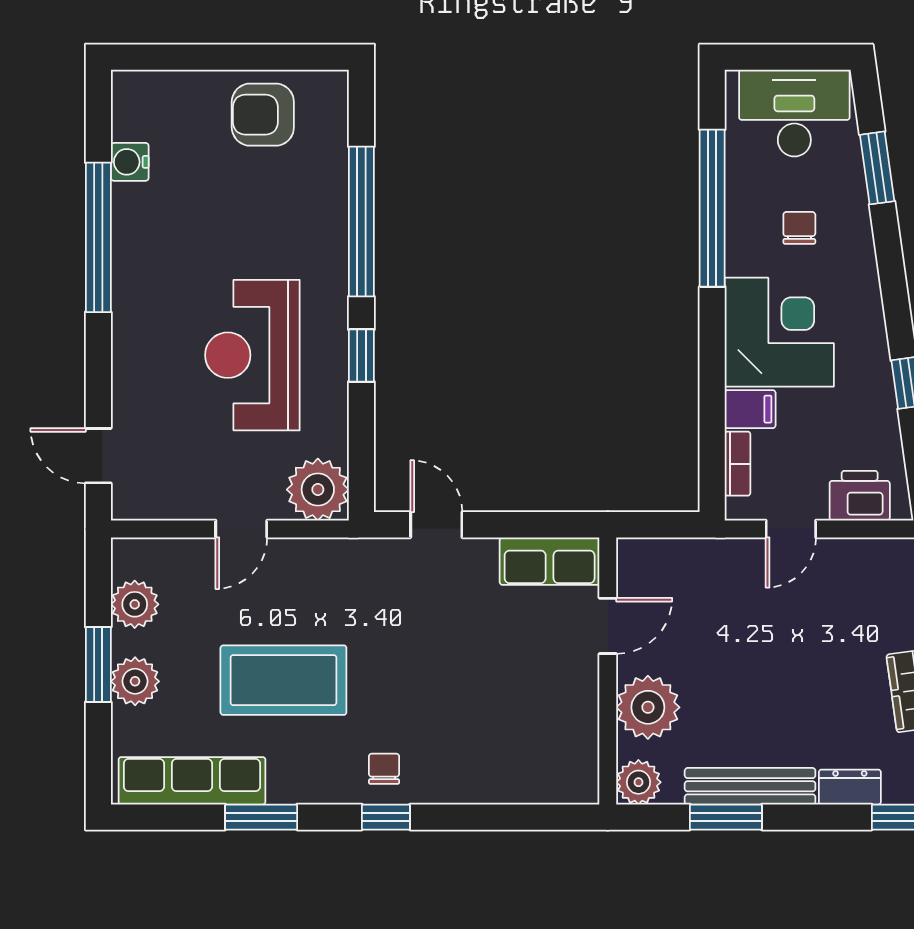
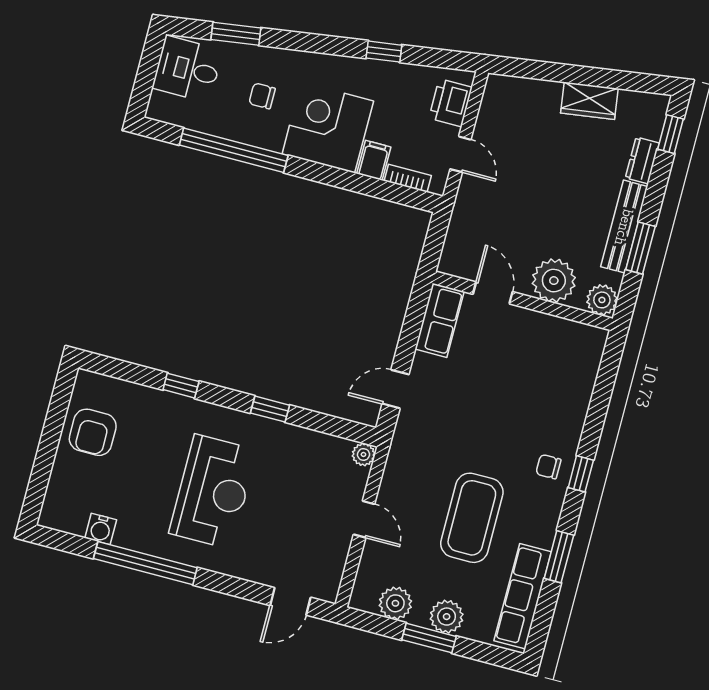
desk: (794, 113) -> (188, 69), width x0.73
window: (361, 221) -> (181, 386), width x0.32
reception desk: (252, 355) -> (213, 492), moved, turned -90
plant: (318, 490) -> (363, 454), width x0.53, depth x0.53

